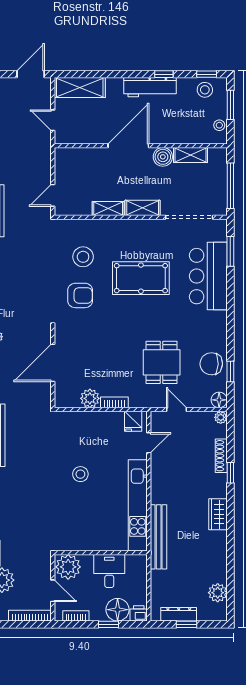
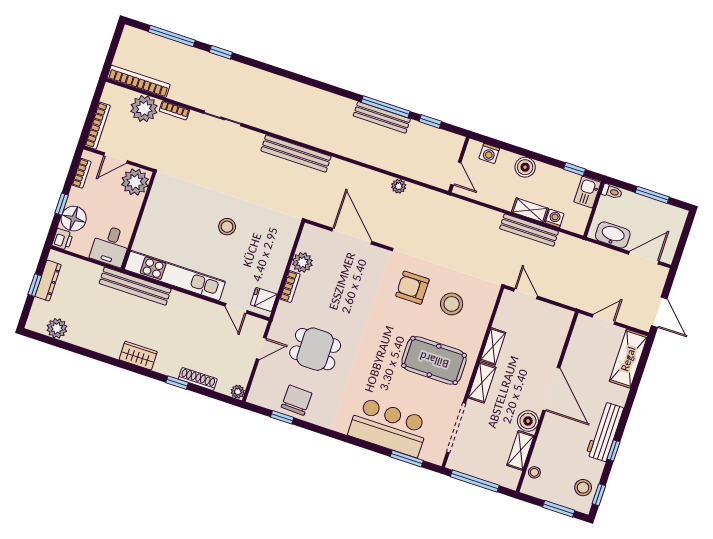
stool: (219, 125) -> (534, 472), moved
pool table: (141, 278) -> (434, 360), moved, turned 90
armchair: (80, 295) -> (412, 288), turned 90
floor lamp: (219, 400) -> (256, 396), removed
desk: (109, 571) -> (111, 246), moved, turned 90

